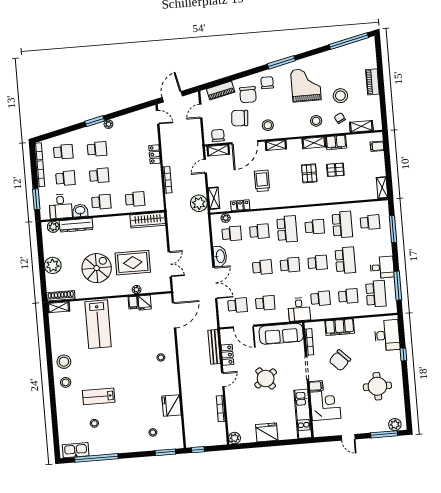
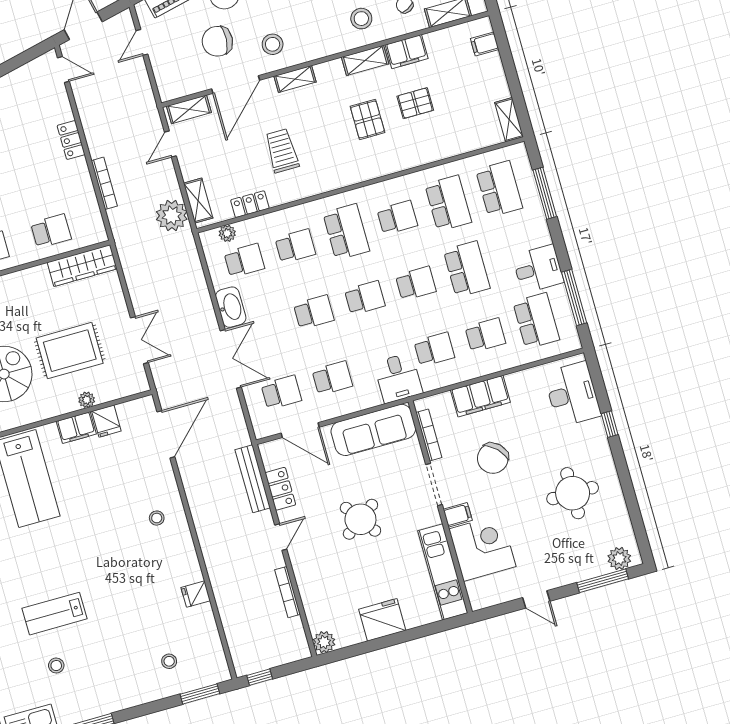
chair: (218, 135) -> (183, 82), removed
school desk: (370, 222) -> (499, 189), width x1.85
filing cabinet: (133, 303) -> (76, 428), width x2.00
fridge: (171, 406) -> (196, 594), width x0.53, depth x0.75

